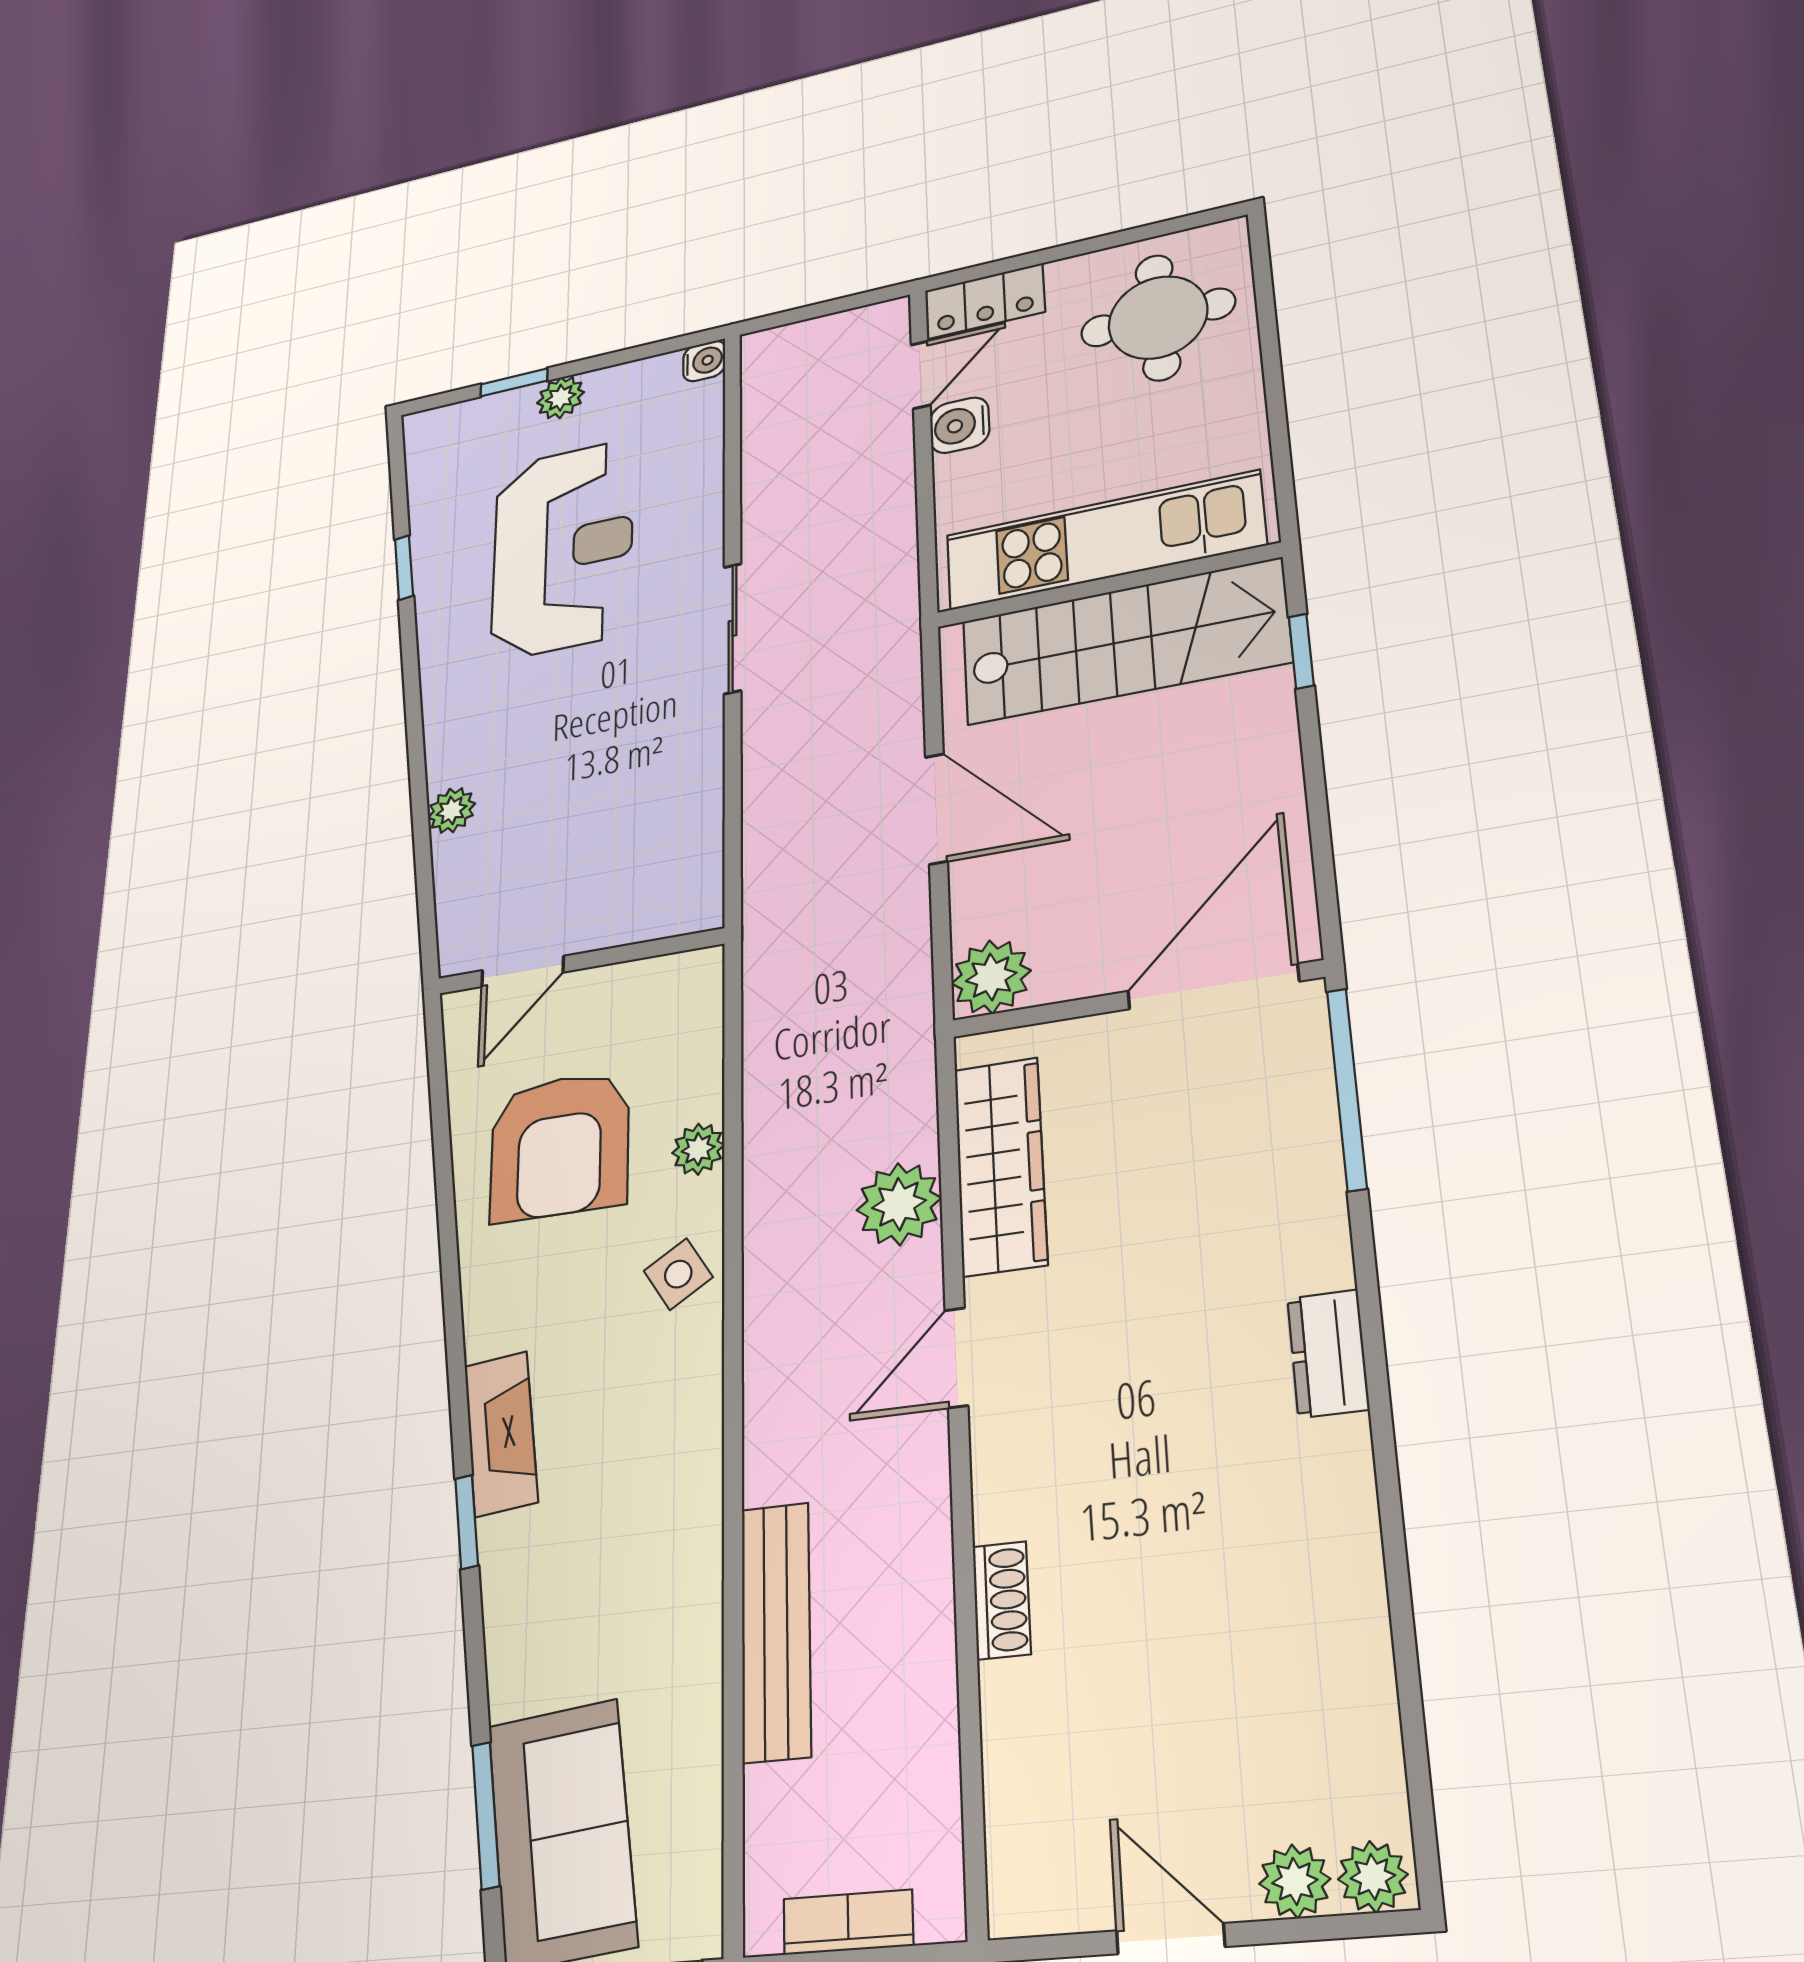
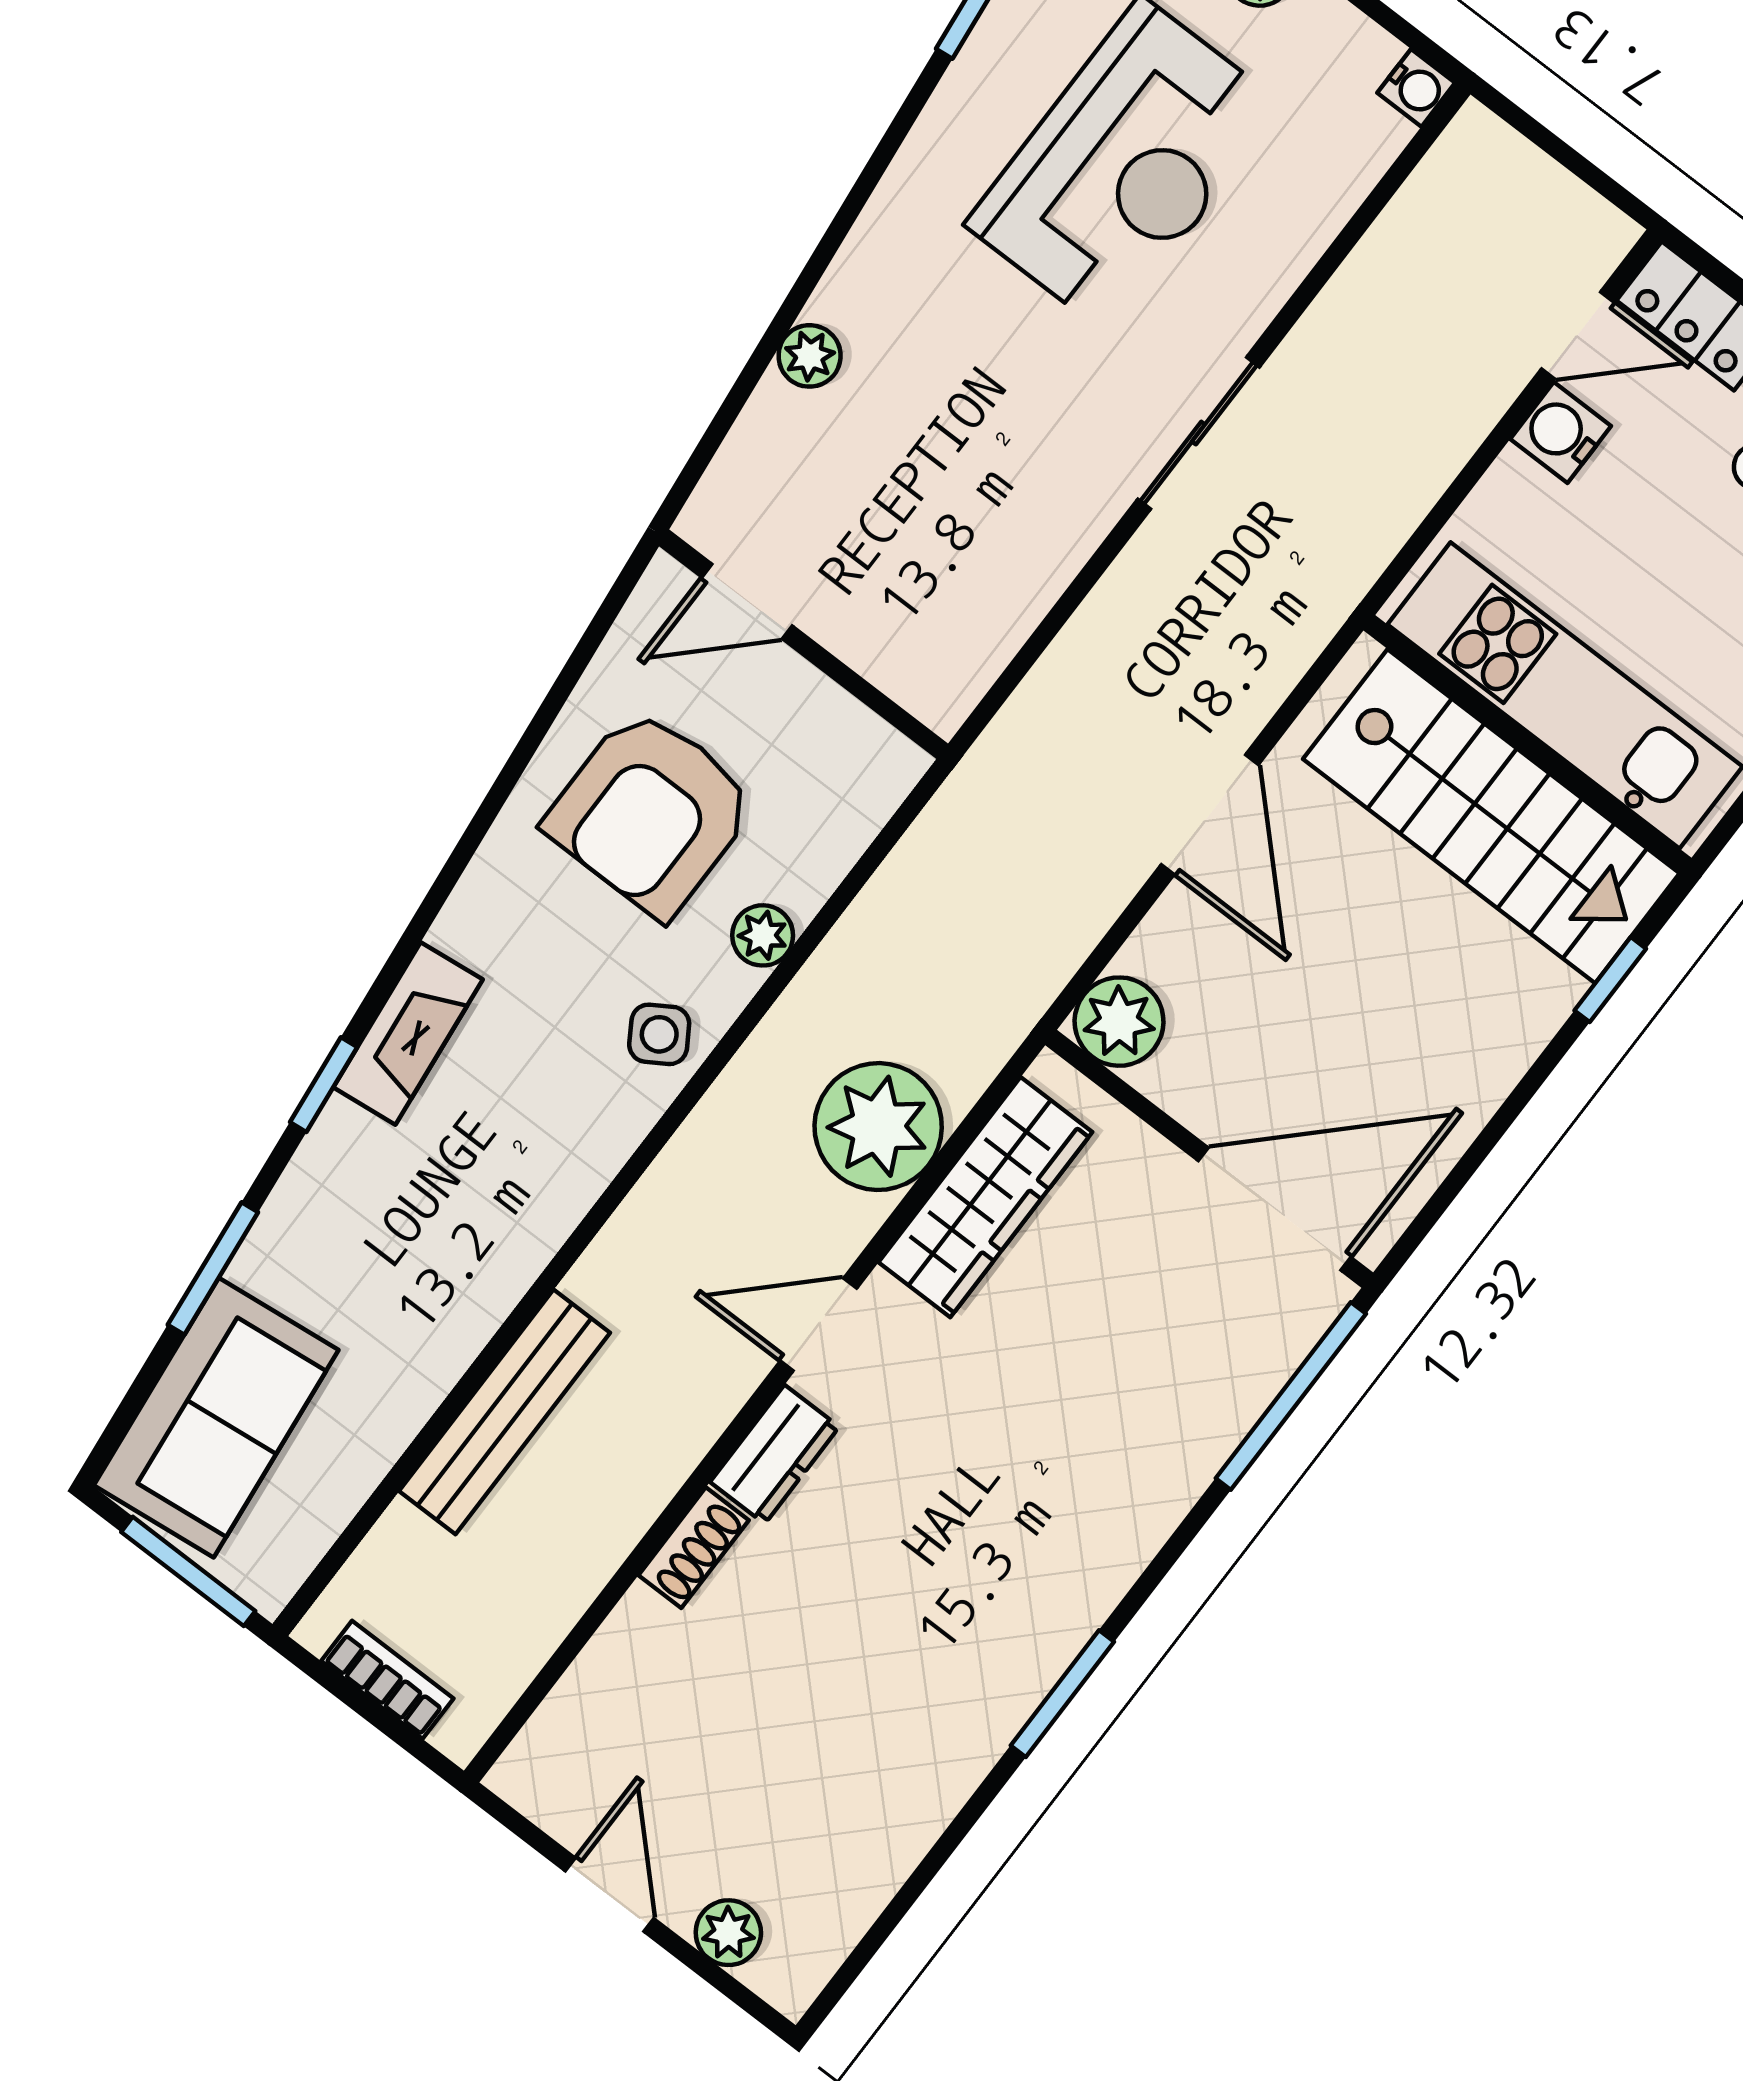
plant: (899, 1204) -> (878, 1127), width x1.36, depth x1.36
dresser: (1328, 1354) -> (775, 1454), moved, turned 180
window: (1384, 1447) -> (1062, 1694), added
window: (486, 1815) -> (213, 1269), moved
plant: (1373, 1877) -> (783, 1976), removed

